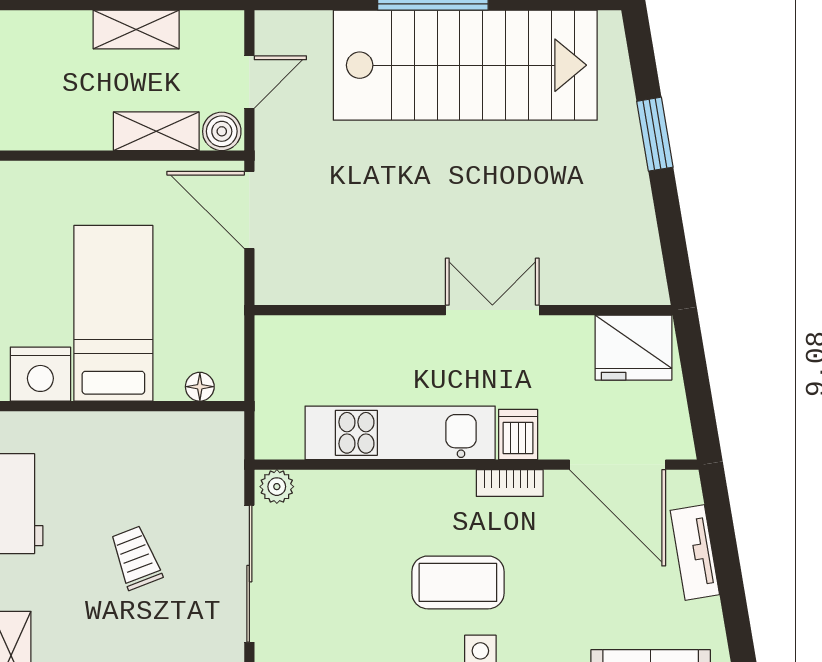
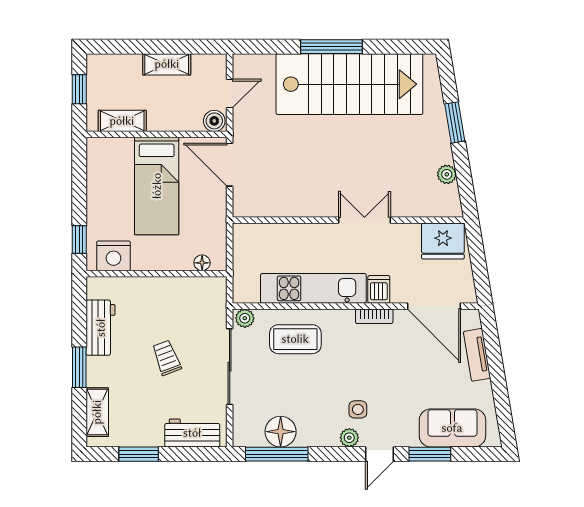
shelving: (156, 131) -> (122, 121), moved
plant: (640, 228) -> (447, 174), added
bed: (113, 313) -> (157, 186), moved, turned 180
coffee table: (458, 582) -> (295, 339), moved

